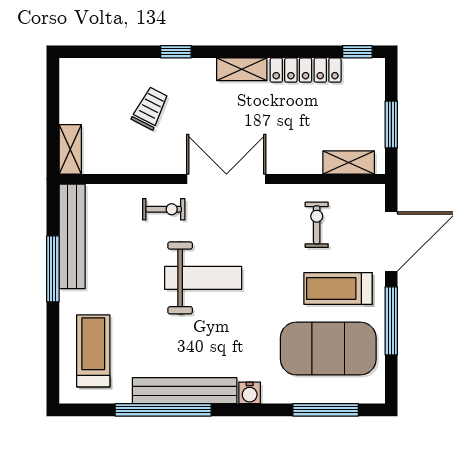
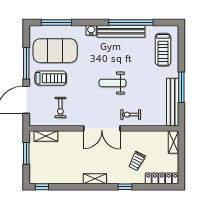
locker: (306, 70) -> (162, 178), moved
weight bench: (203, 278) -> (112, 83), width x0.73, depth x0.75

